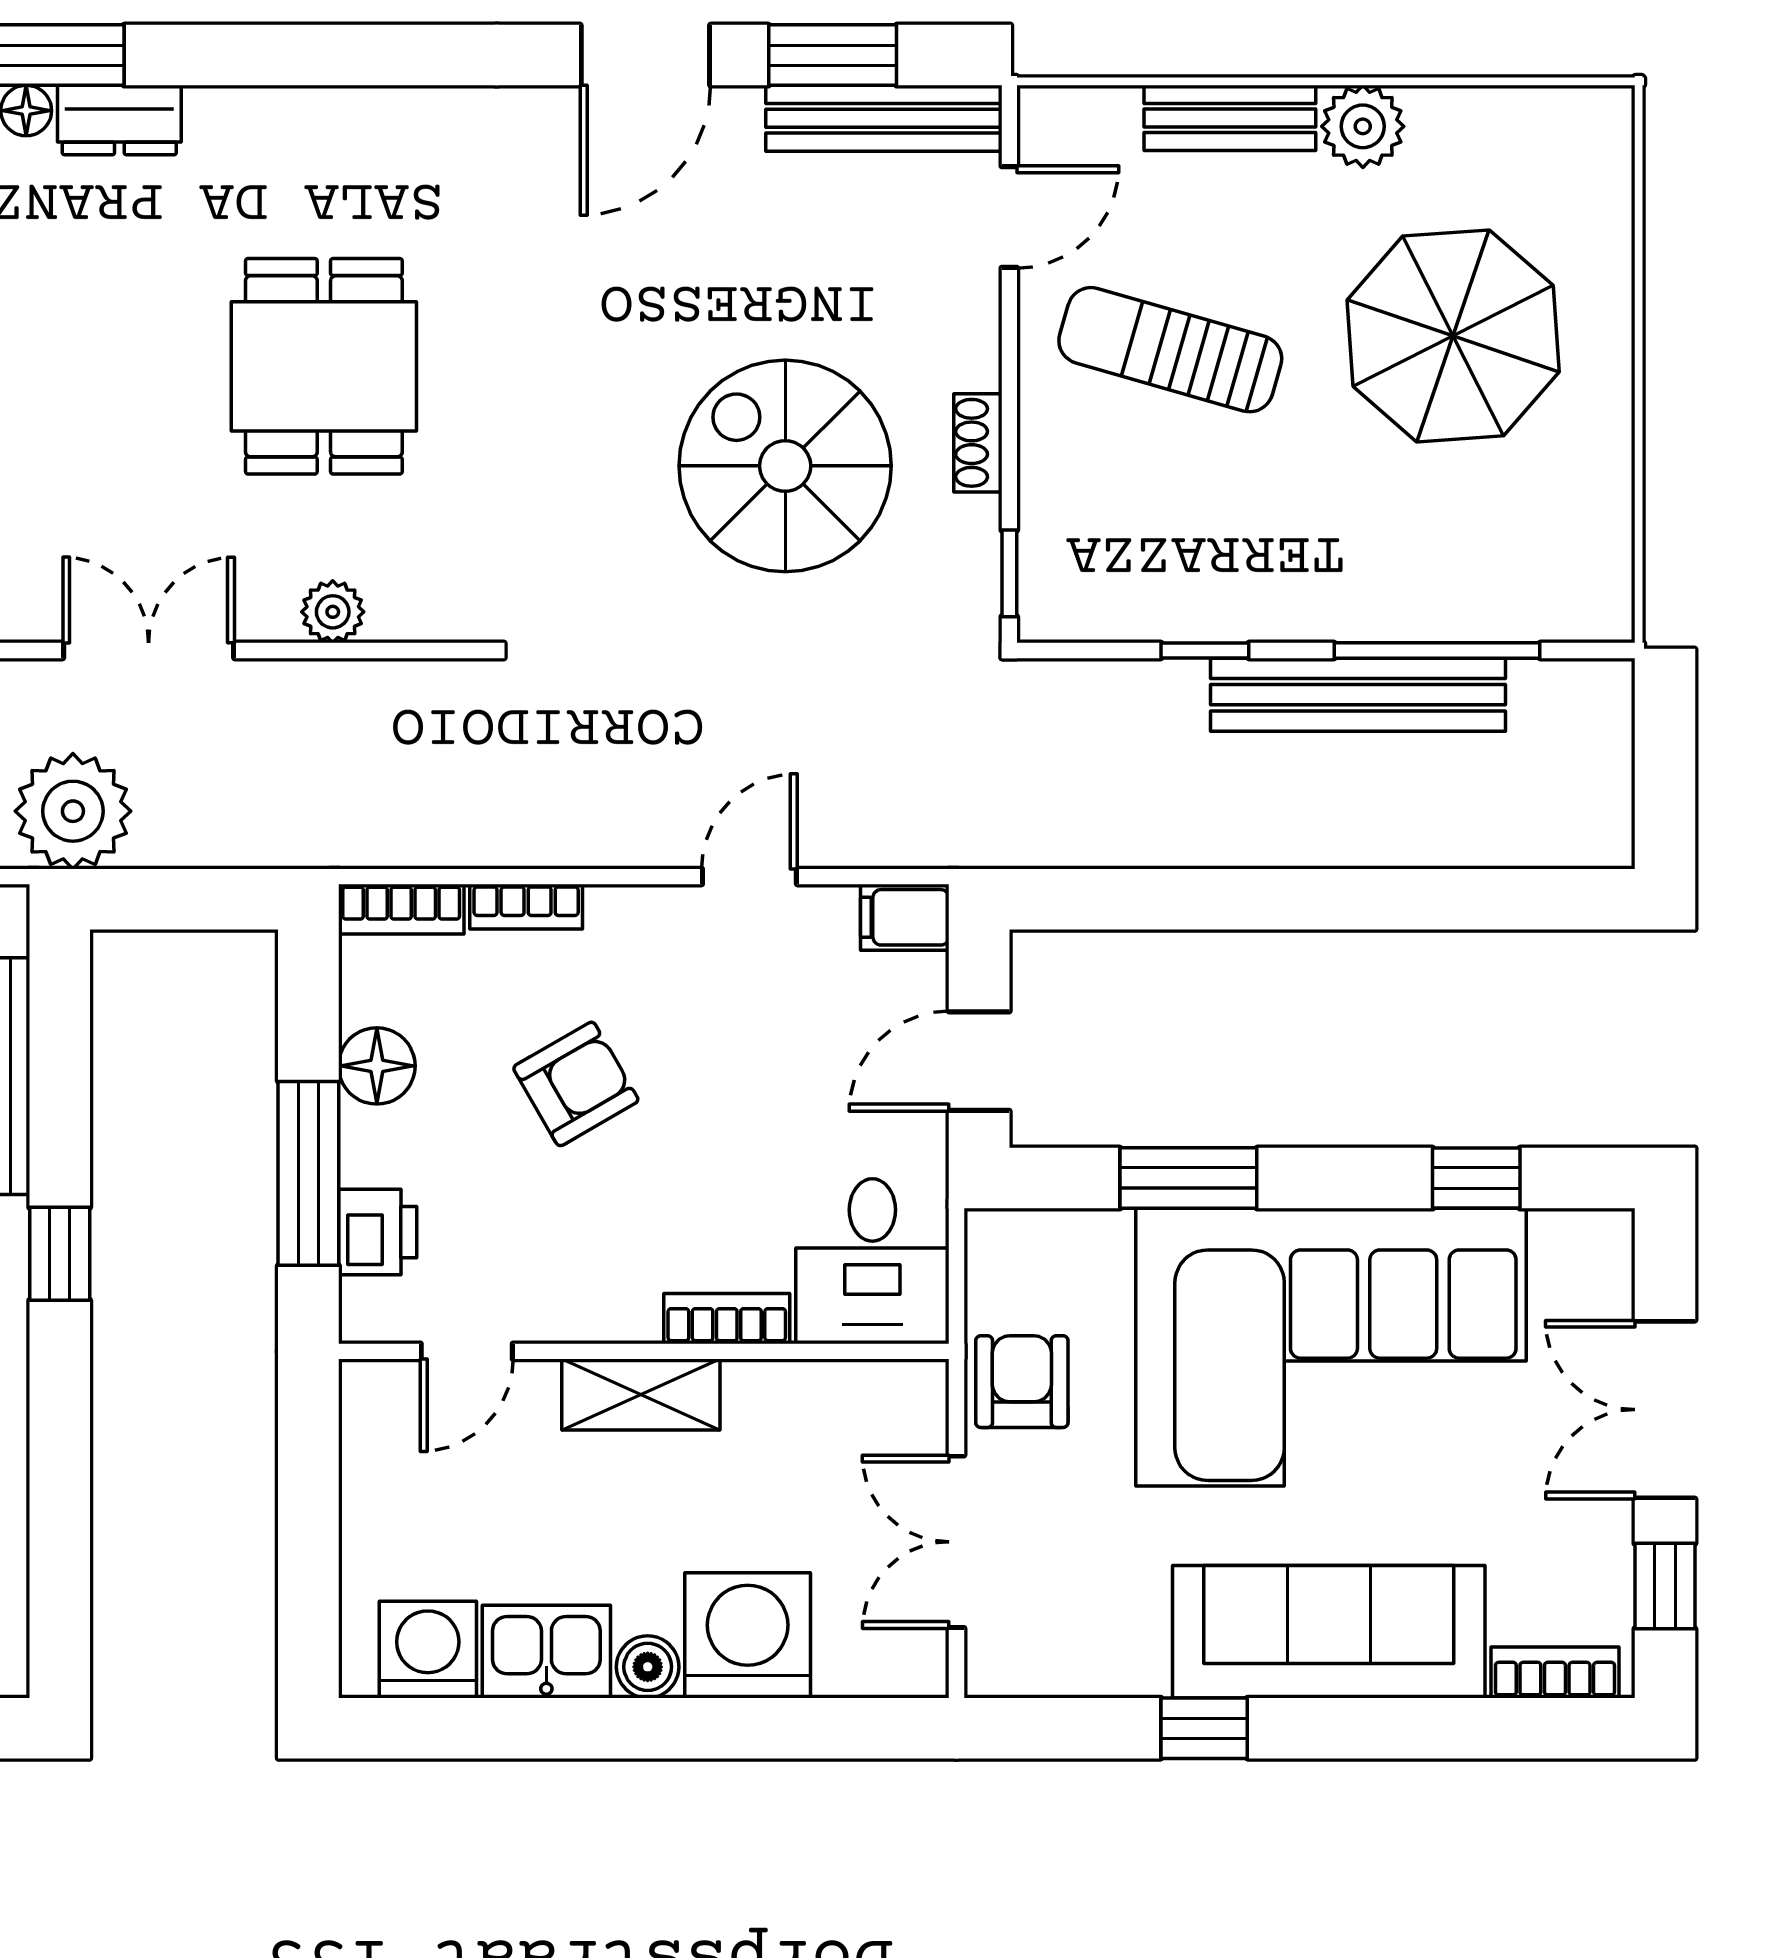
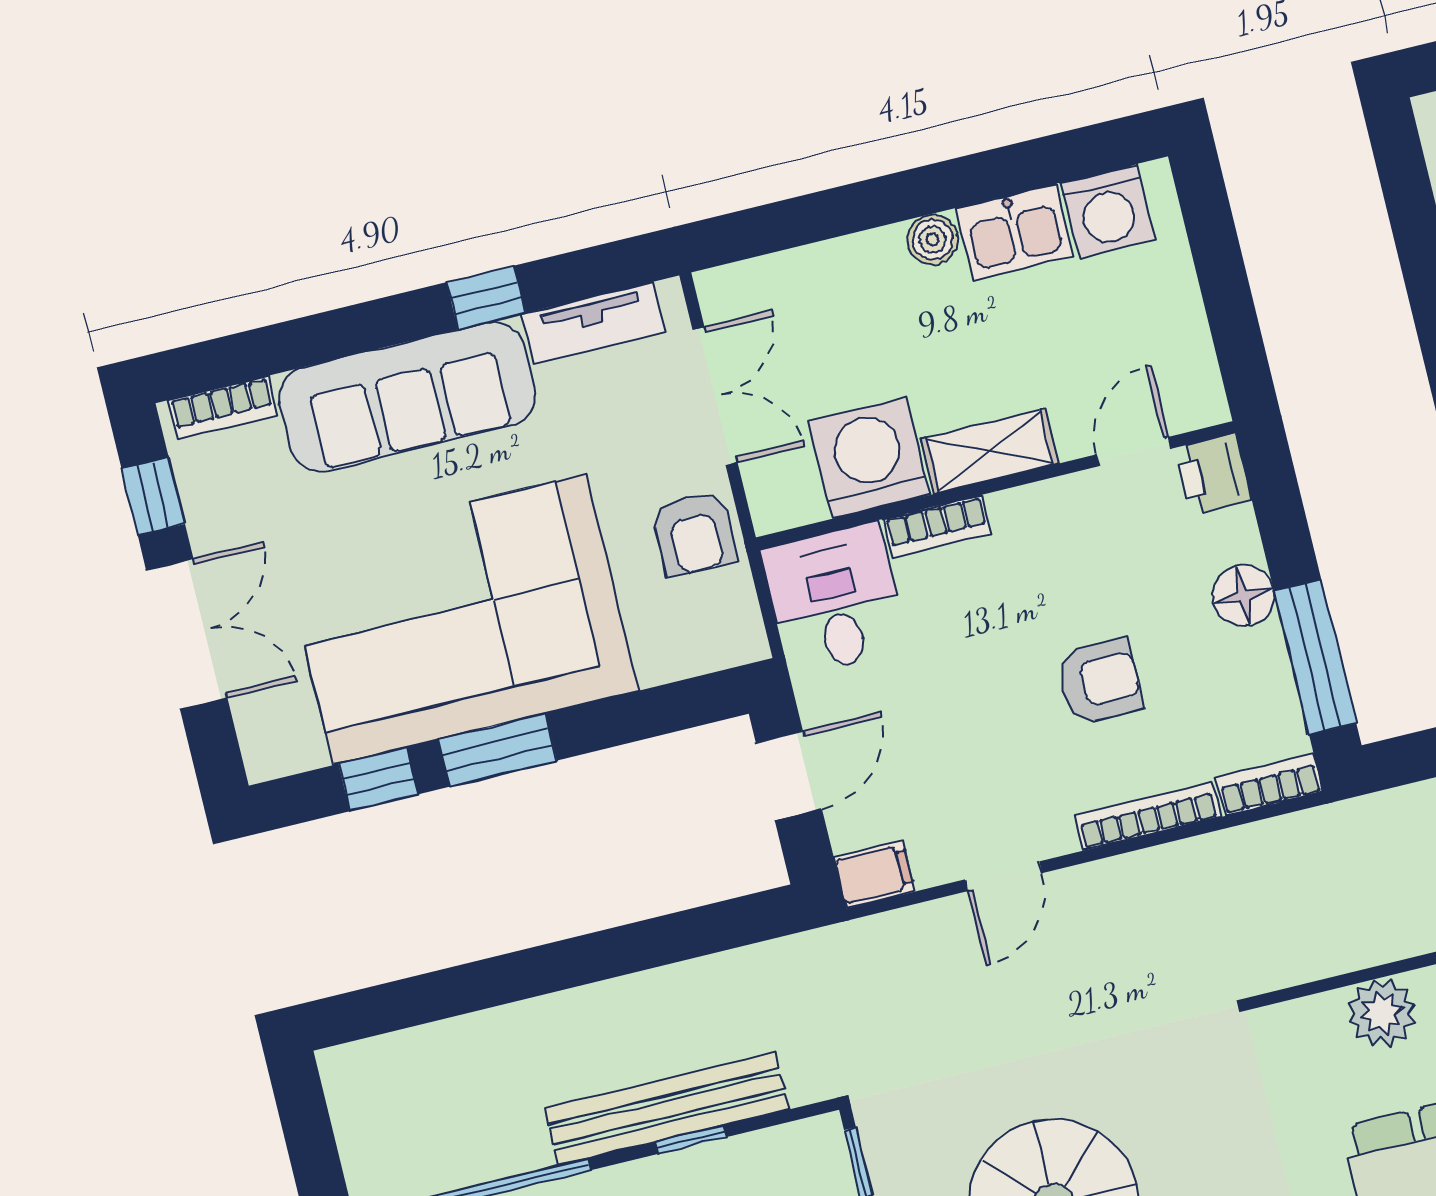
plant: (333, 612) -> (1382, 1013), width x1.38, depth x1.38
bench: (1358, 695) -> (667, 1109), moved
bookcase: (526, 907) -> (1148, 816), width x1.56
floor lamp: (377, 1066) -> (1244, 596), moved
armchair: (576, 1084) -> (1100, 681), turned -150
window: (308, 1173) -> (1315, 657), moved
window: (1188, 1178) -> (497, 750), moved
printer: (378, 1232) -> (1213, 474), moved
washing machine: (748, 1635) -> (869, 458), moved, turned 180
tv unit: (1082, 1666) -> (593, 323), added

